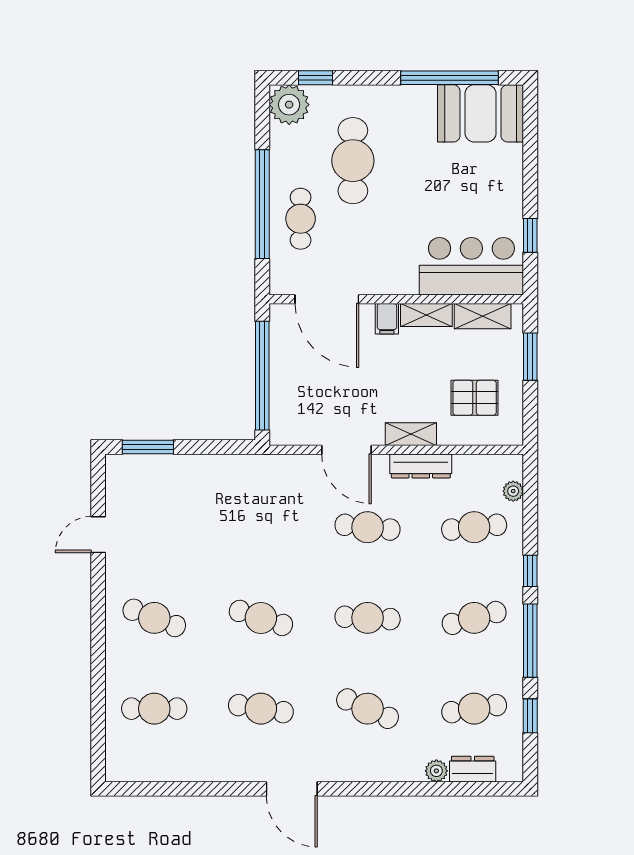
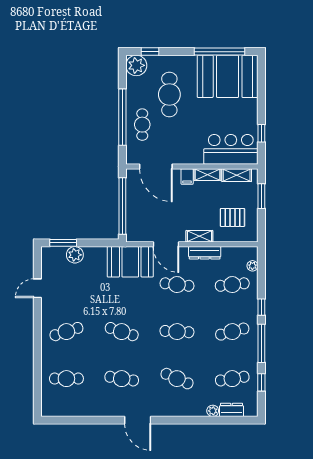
booth: (481, 113) -> (228, 76), width x1.36, depth x1.42
plant: (171, 470) -> (75, 255), added
booth: (277, 483) -> (130, 262), added
cafe table: (154, 618) -> (66, 332), turned -39

